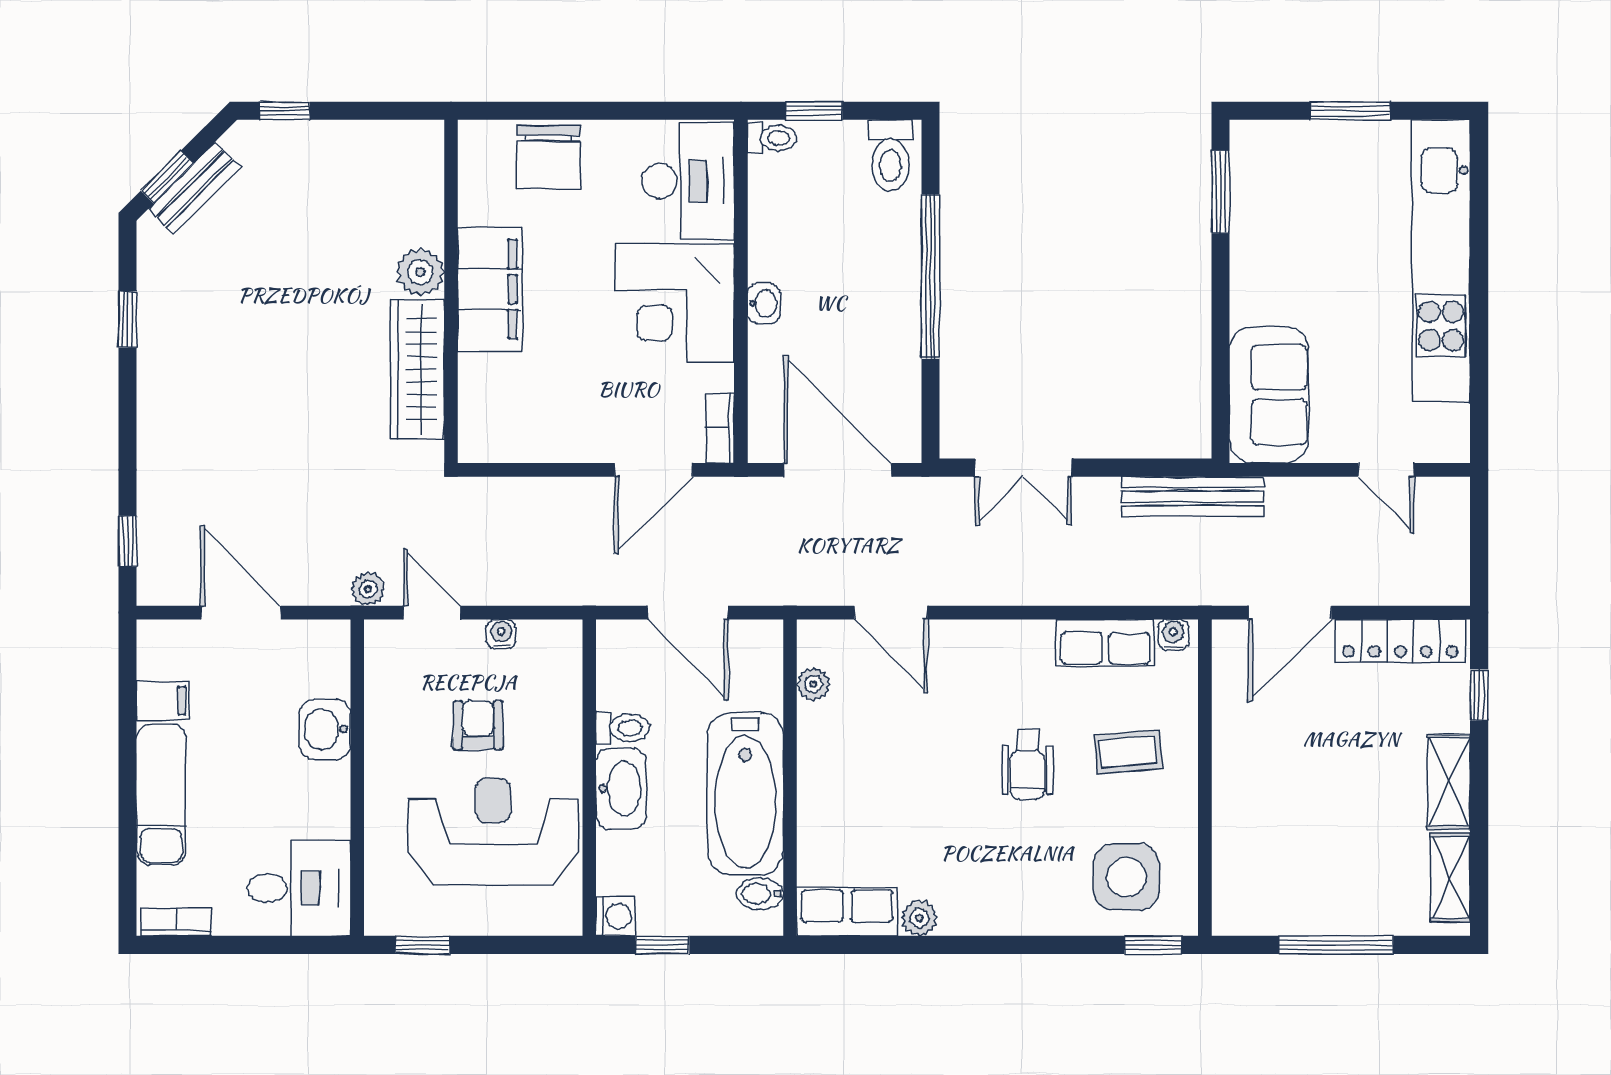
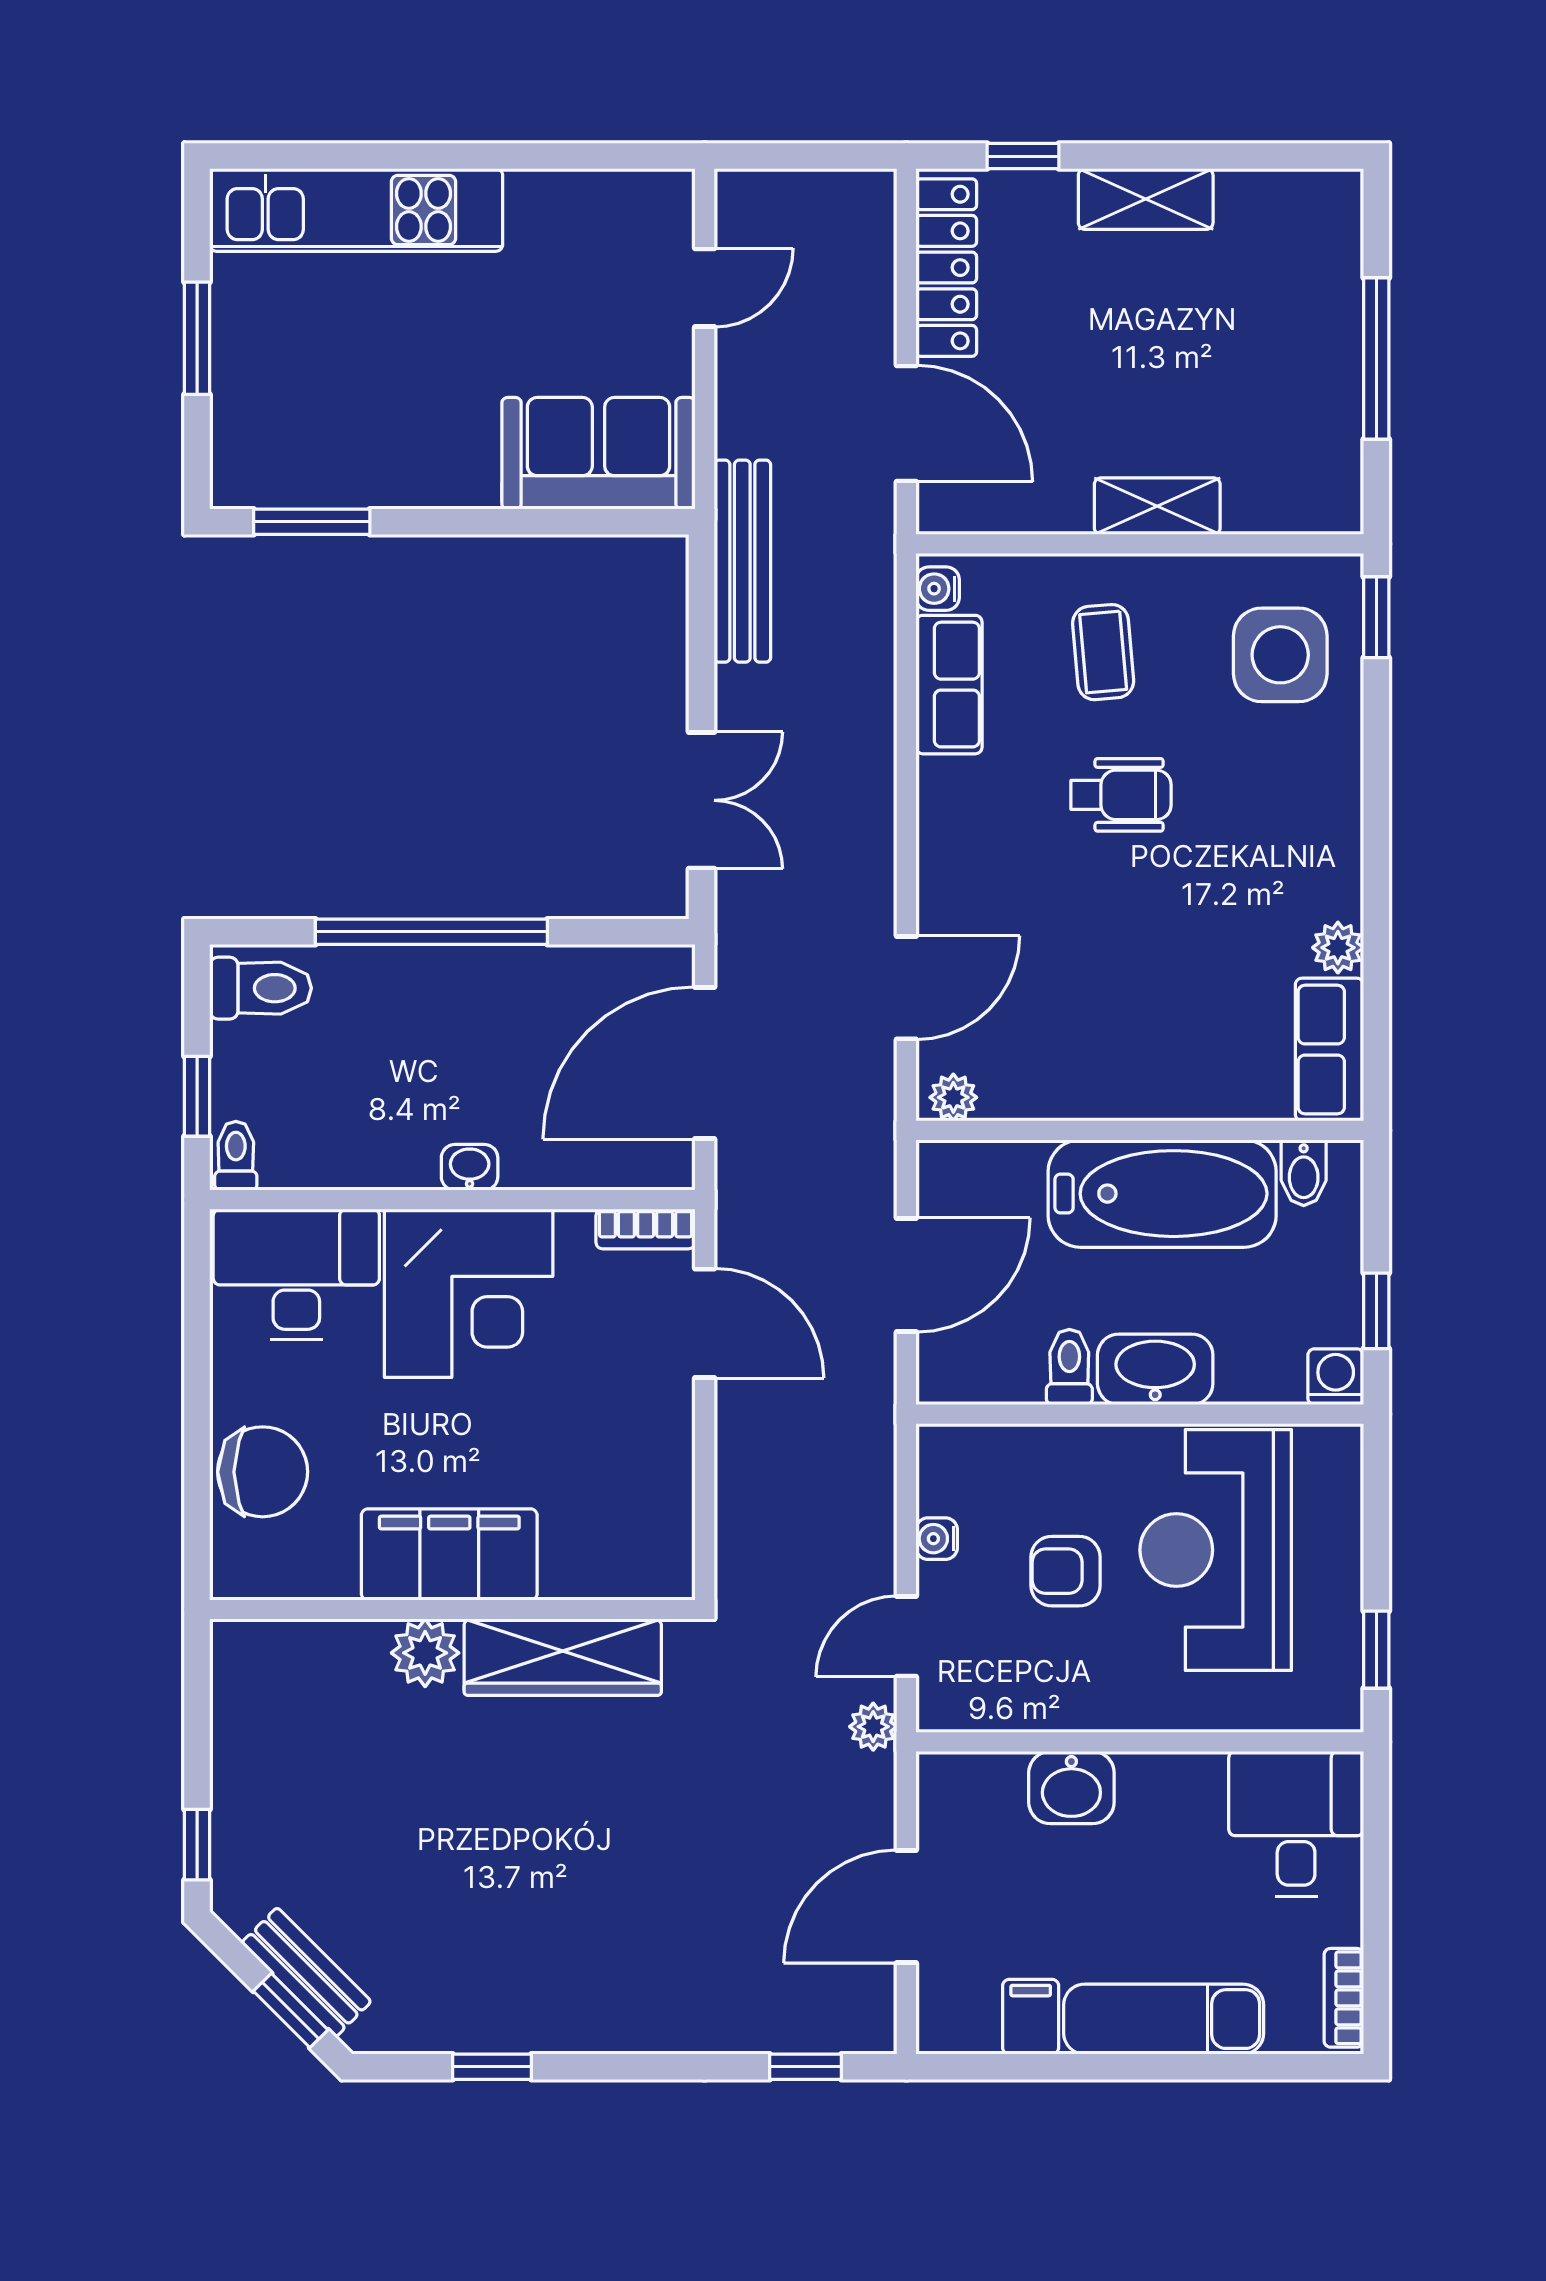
kitchen unit: (1441, 261) -> (356, 210), width x0.73
plant: (813, 684) -> (953, 1097), moved
shelving: (1450, 878) -> (1157, 506), moved

